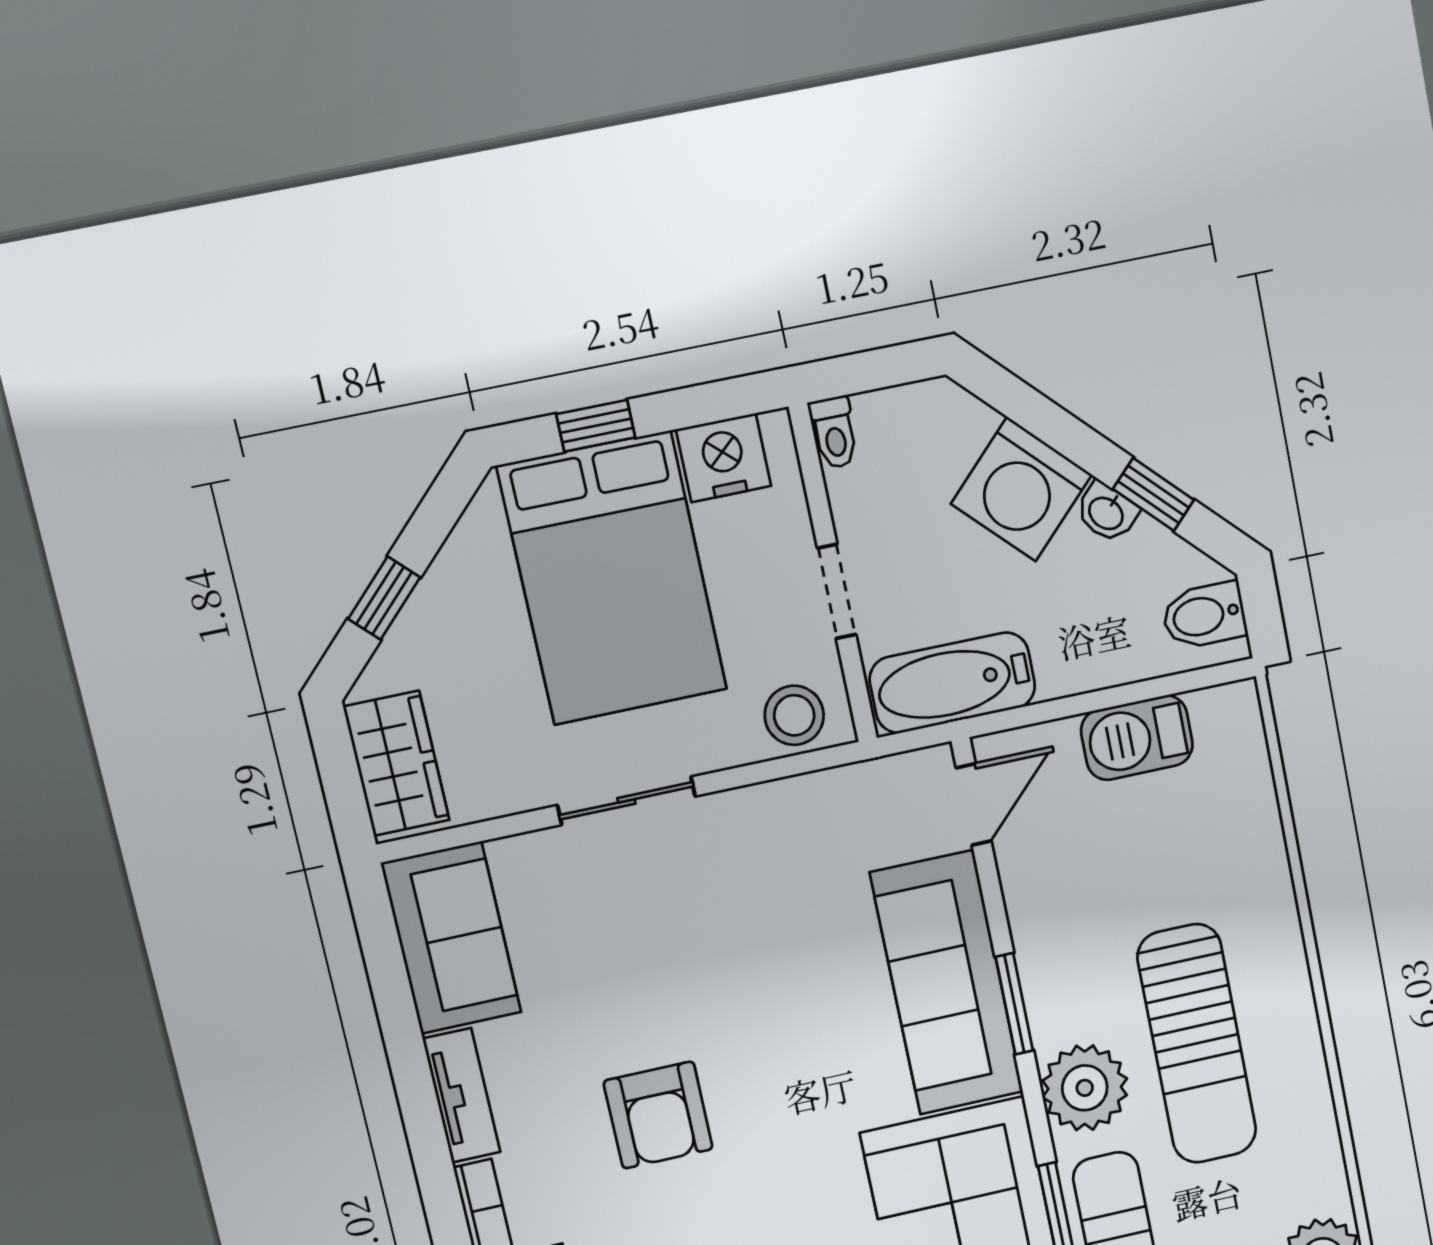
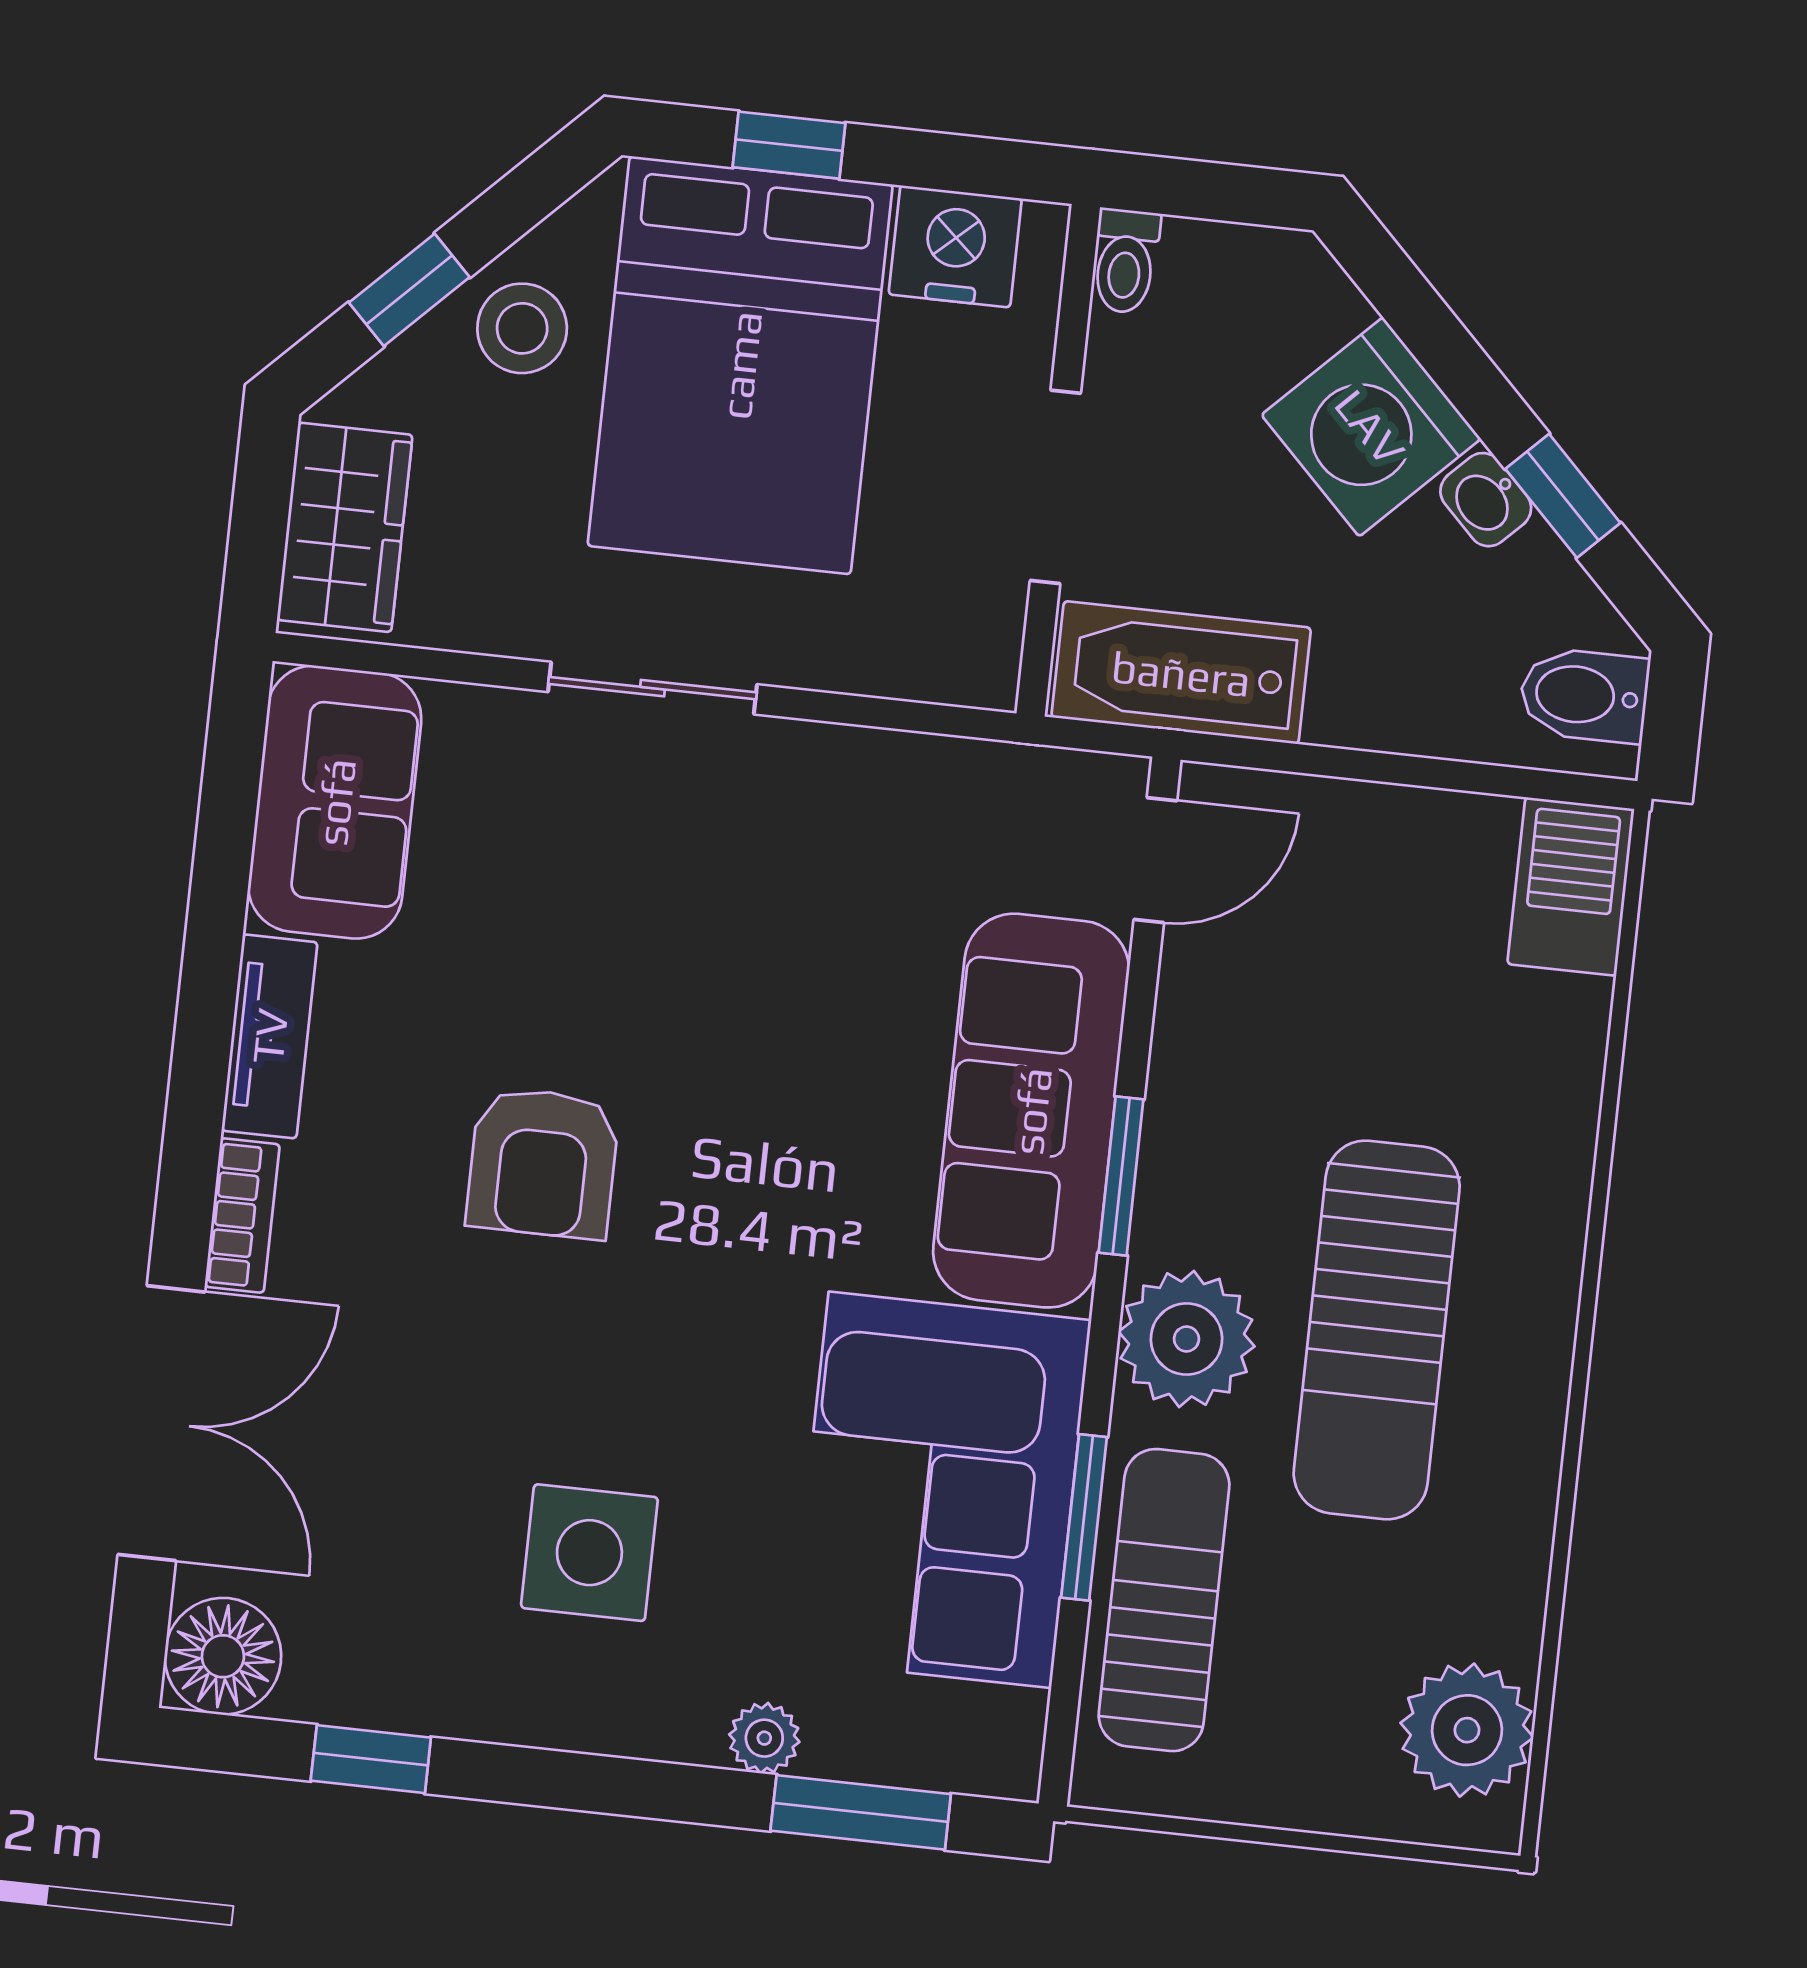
doorway: (837, 591) -> (1055, 487), width x1.38
stool: (794, 715) -> (522, 328), moved
barbecue: (1137, 738) -> (1571, 886), moved, turned 90

